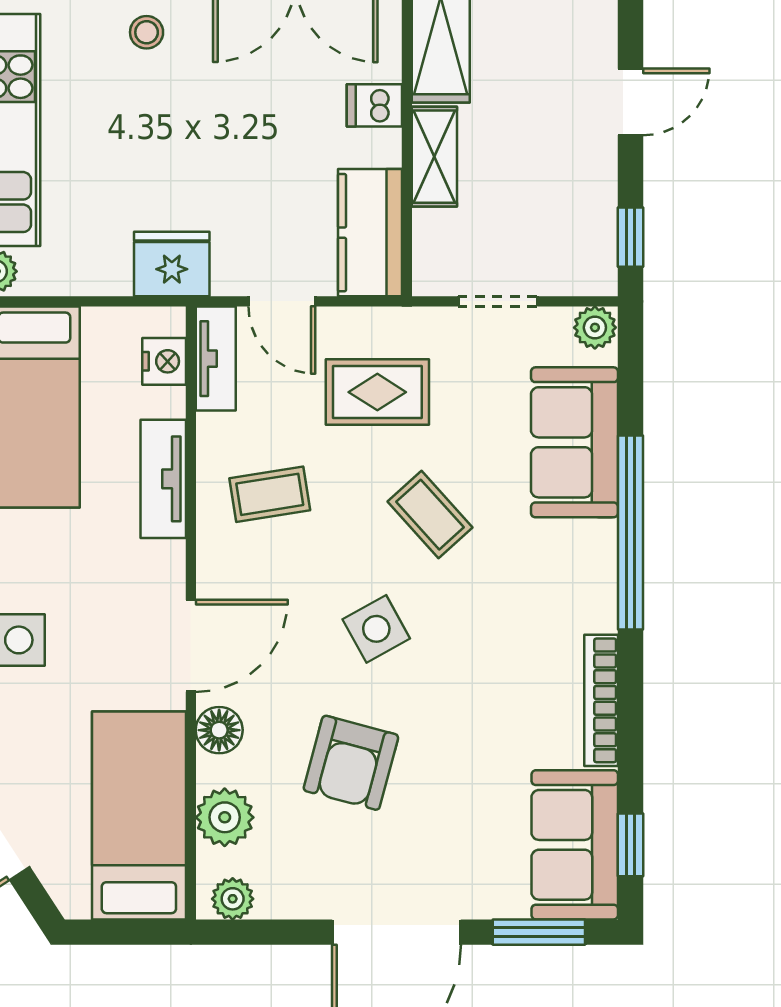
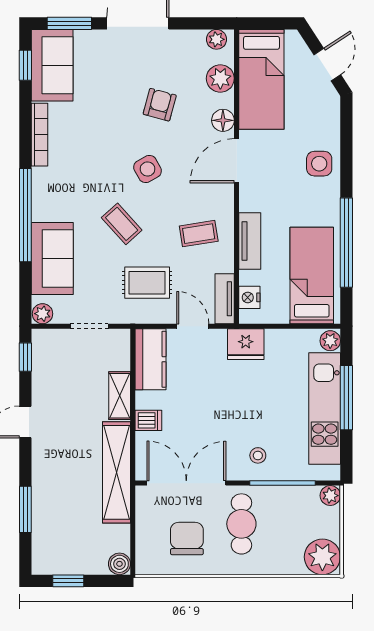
armchair: (351, 763) -> (160, 105), width x0.72, depth x0.72

